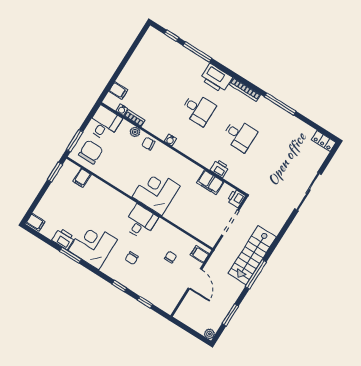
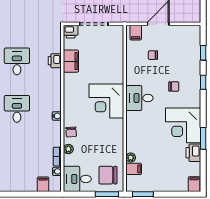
plant: (94, 182) -> (131, 158), added

